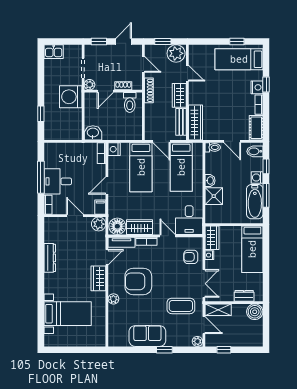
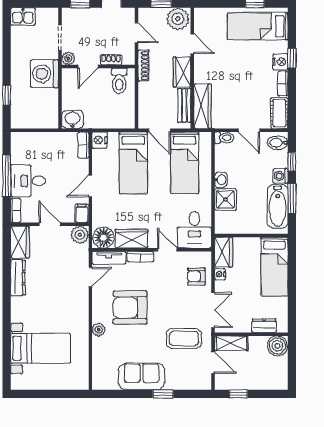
wardrobe: (98, 278) -> (20, 242), moved, turned 180
plant: (197, 341) -> (205, 383), removed

